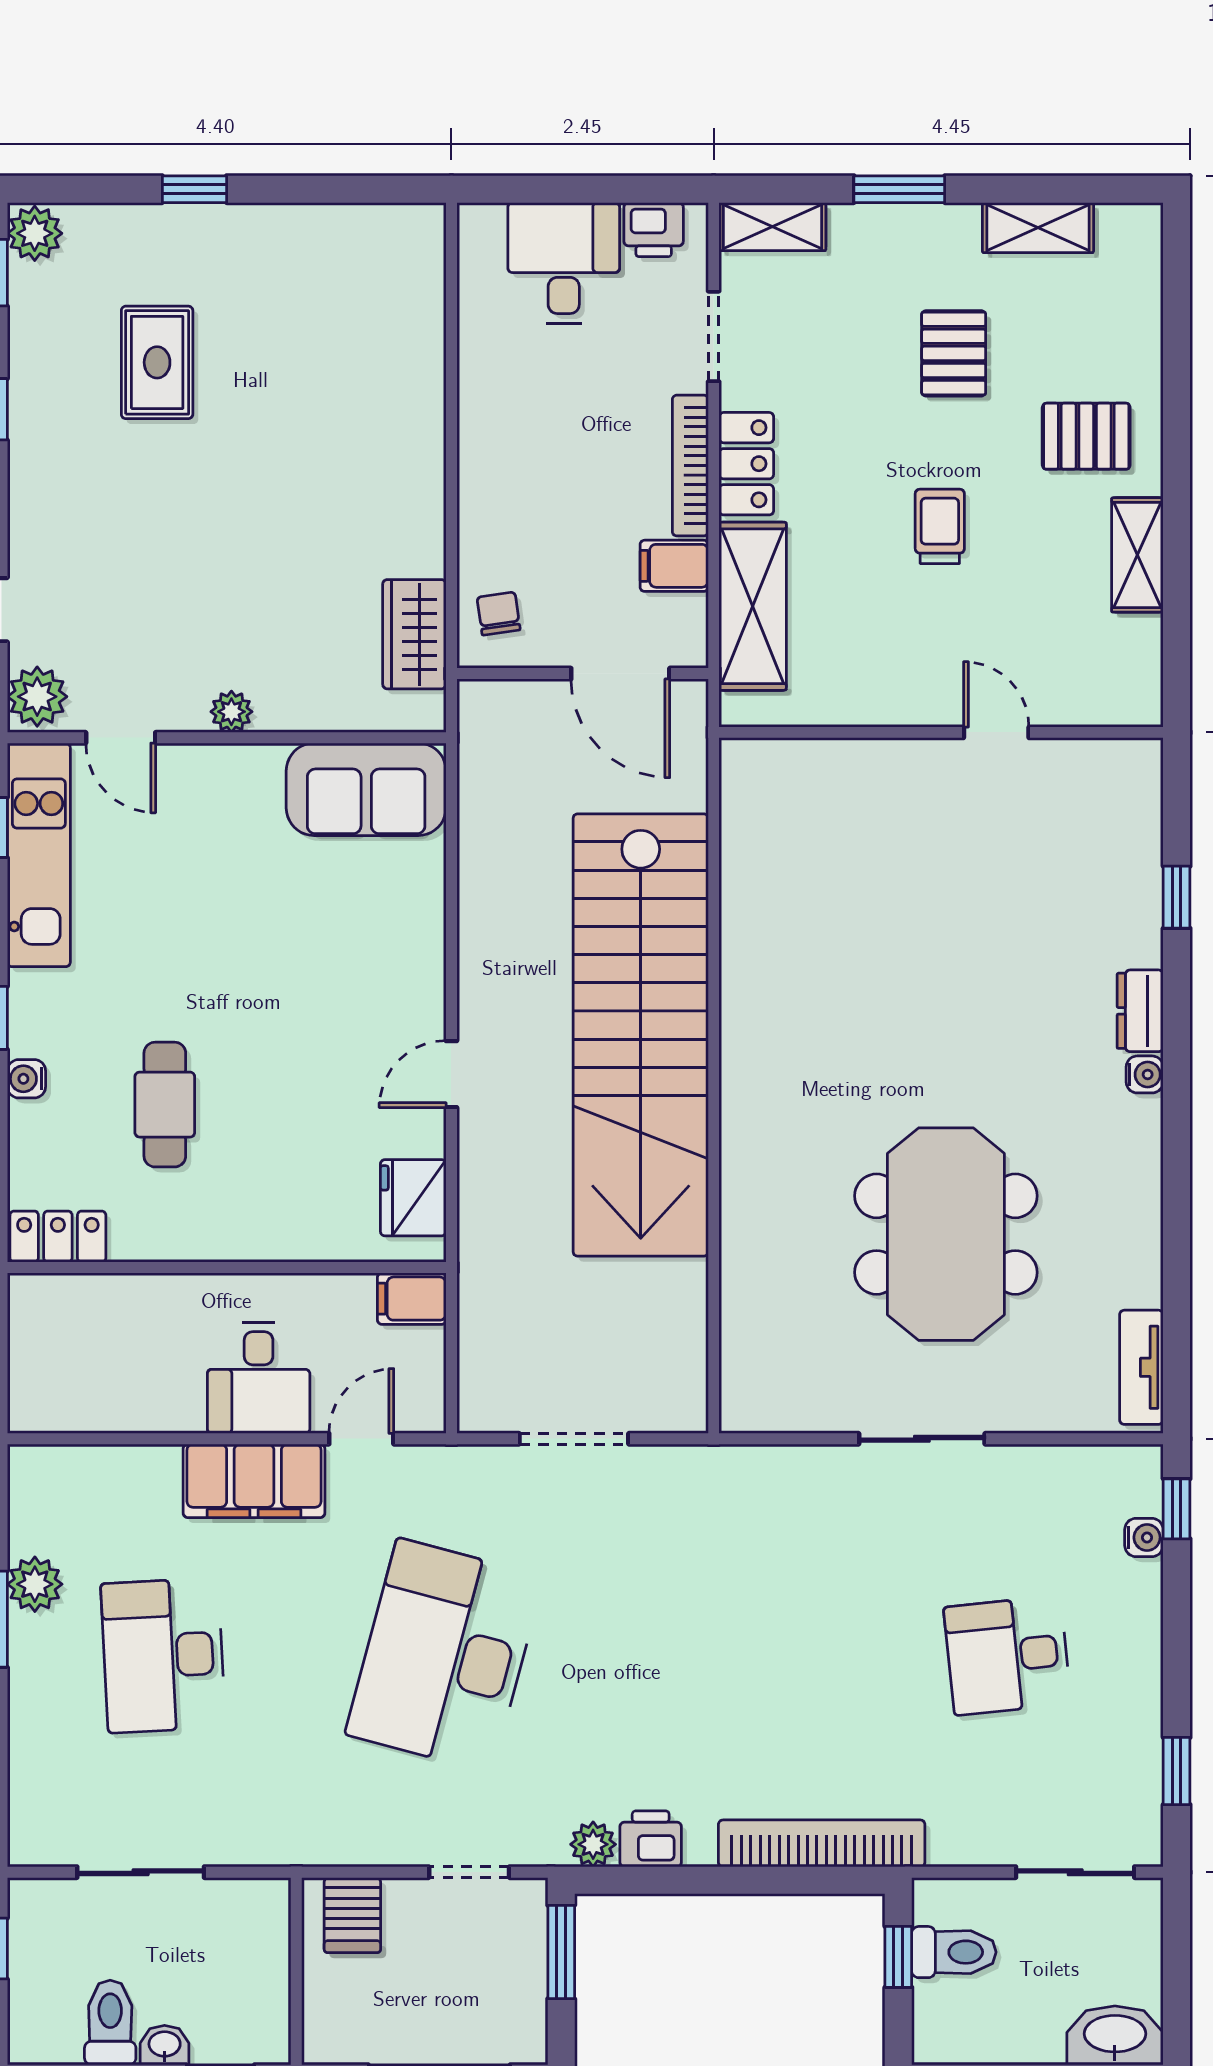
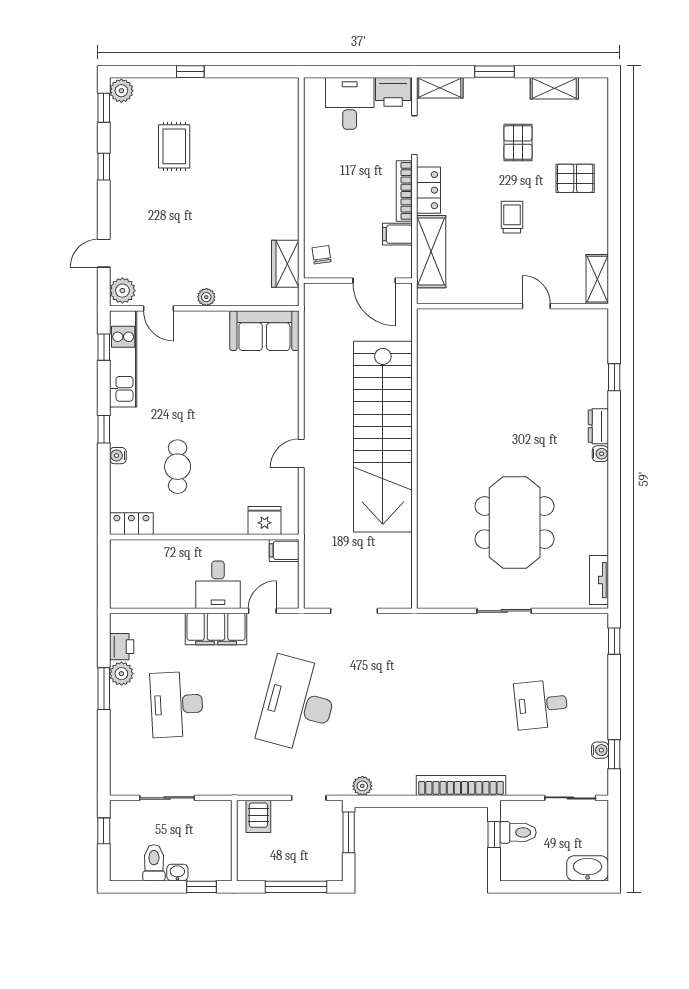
printer: (654, 230) -> (393, 92), width x1.36, depth x1.24
shelving: (1137, 555) -> (597, 279), moved
fridge: (413, 1198) -> (265, 520), moved, turned 90
water cooler: (1144, 1537) -> (600, 750), moved
printer: (651, 1839) -> (122, 647), moved, turned 90

